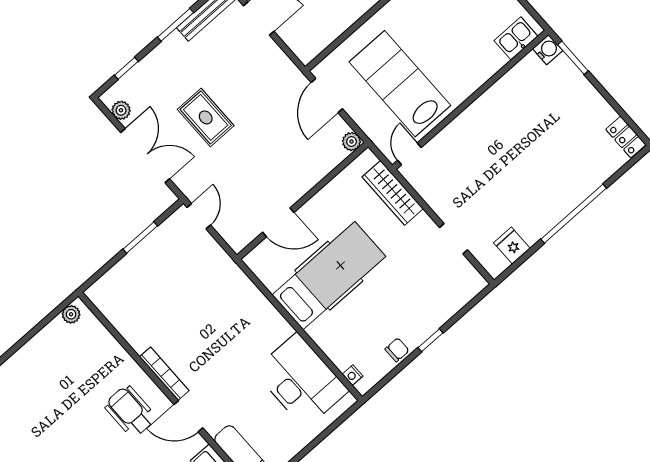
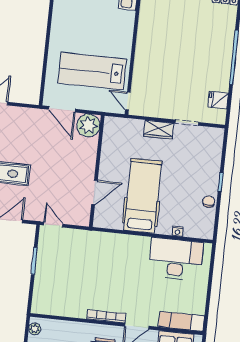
plant: (352, 142) -> (88, 125), width x1.88, depth x1.88
wardrobe: (393, 193) -> (159, 130), moved, width x0.67
nightstand: (353, 375) -> (177, 231), moved

